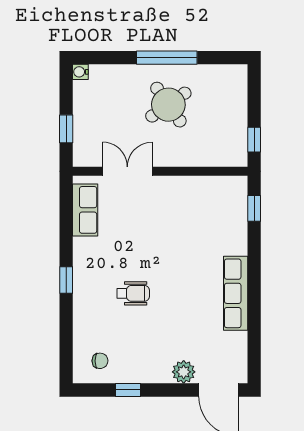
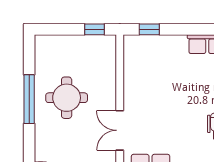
round table: (168, 105) -> (67, 98), turned 35

